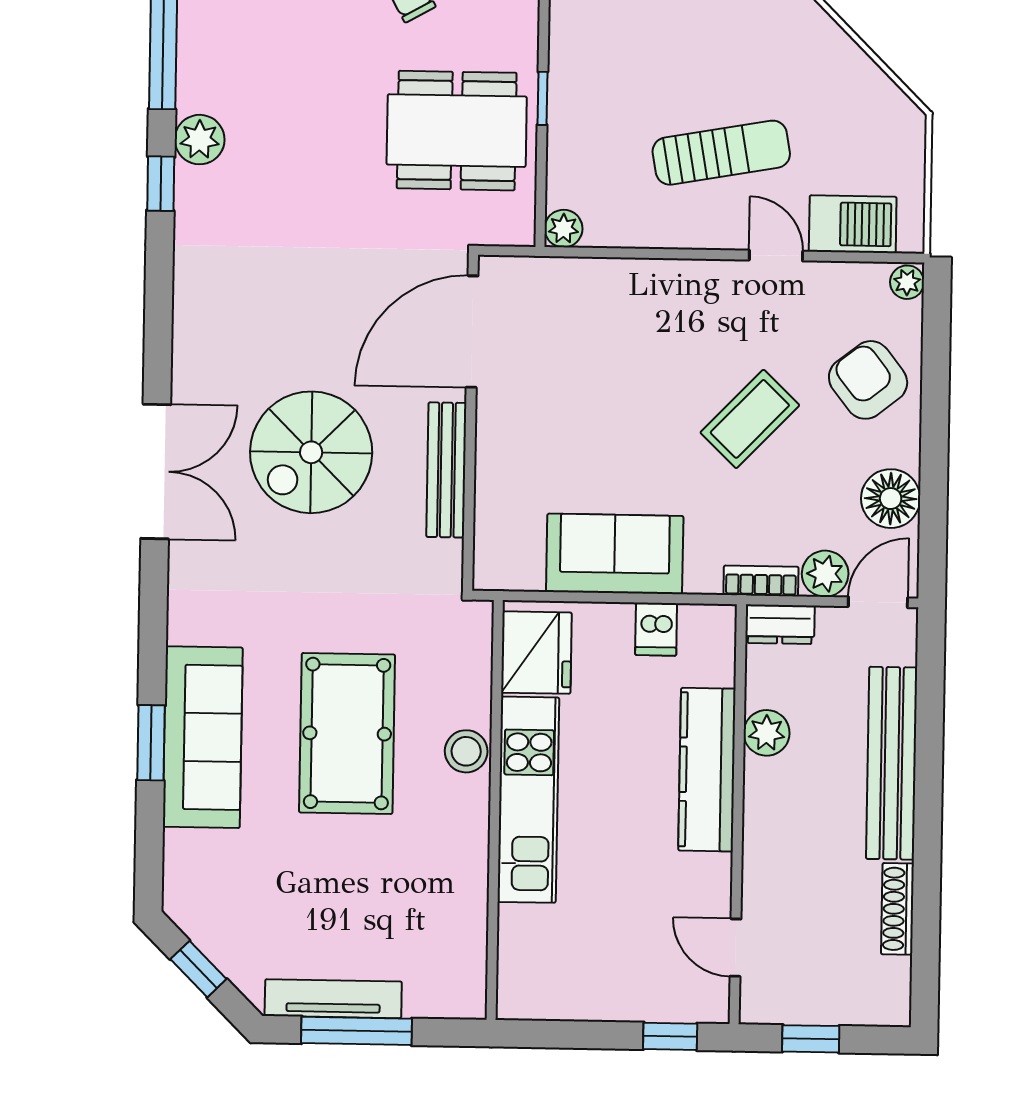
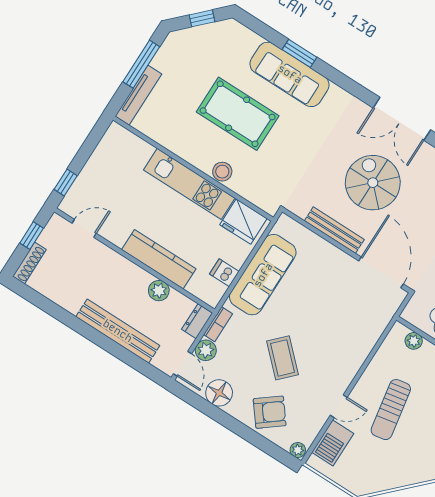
plant: (564, 229) -> (414, 341), moved
sofa: (615, 554) -> (263, 275), width x1.36
pool table: (347, 733) -> (238, 114), moved
shoe rack: (897, 909) -> (29, 263), moved, turned 90
tv unit: (333, 999) -> (138, 95), moved

